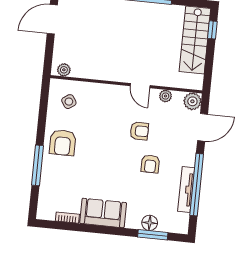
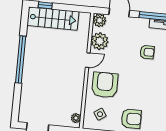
plant: (165, 96) -> (100, 41), width x1.88, depth x1.88
armchair: (139, 131) -> (105, 85), moved, width x1.88, depth x1.88

